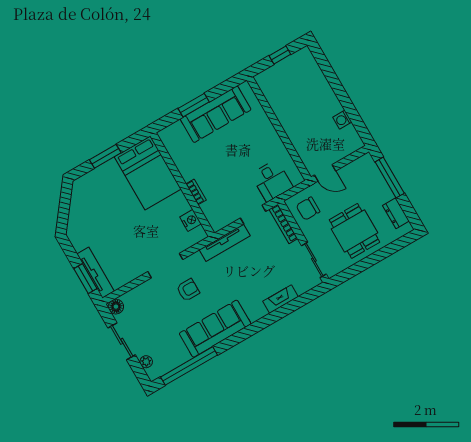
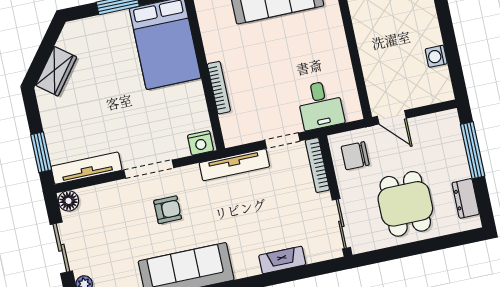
bookcase: (196, 192) -> (219, 88), width x1.56
wardrobe: (77, 218) -> (56, 71), added
nightstand: (190, 220) -> (200, 143), moved, turned 90
tv unit: (95, 273) -> (87, 168), moved, turned -90

